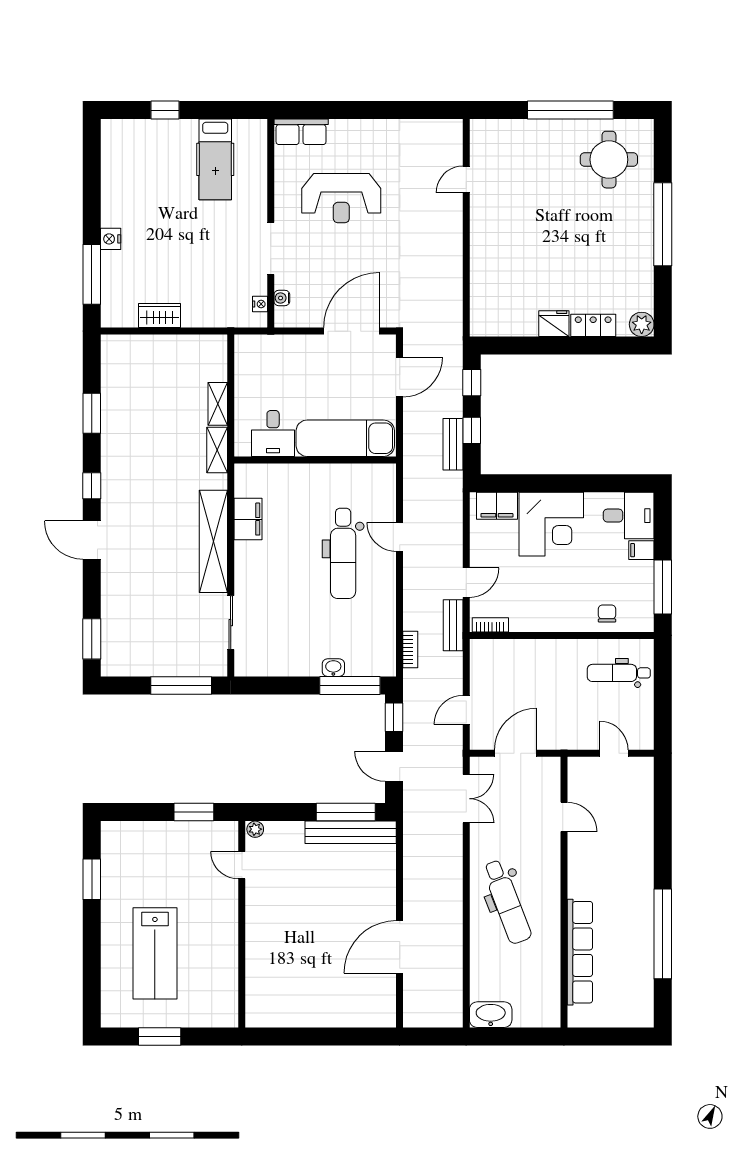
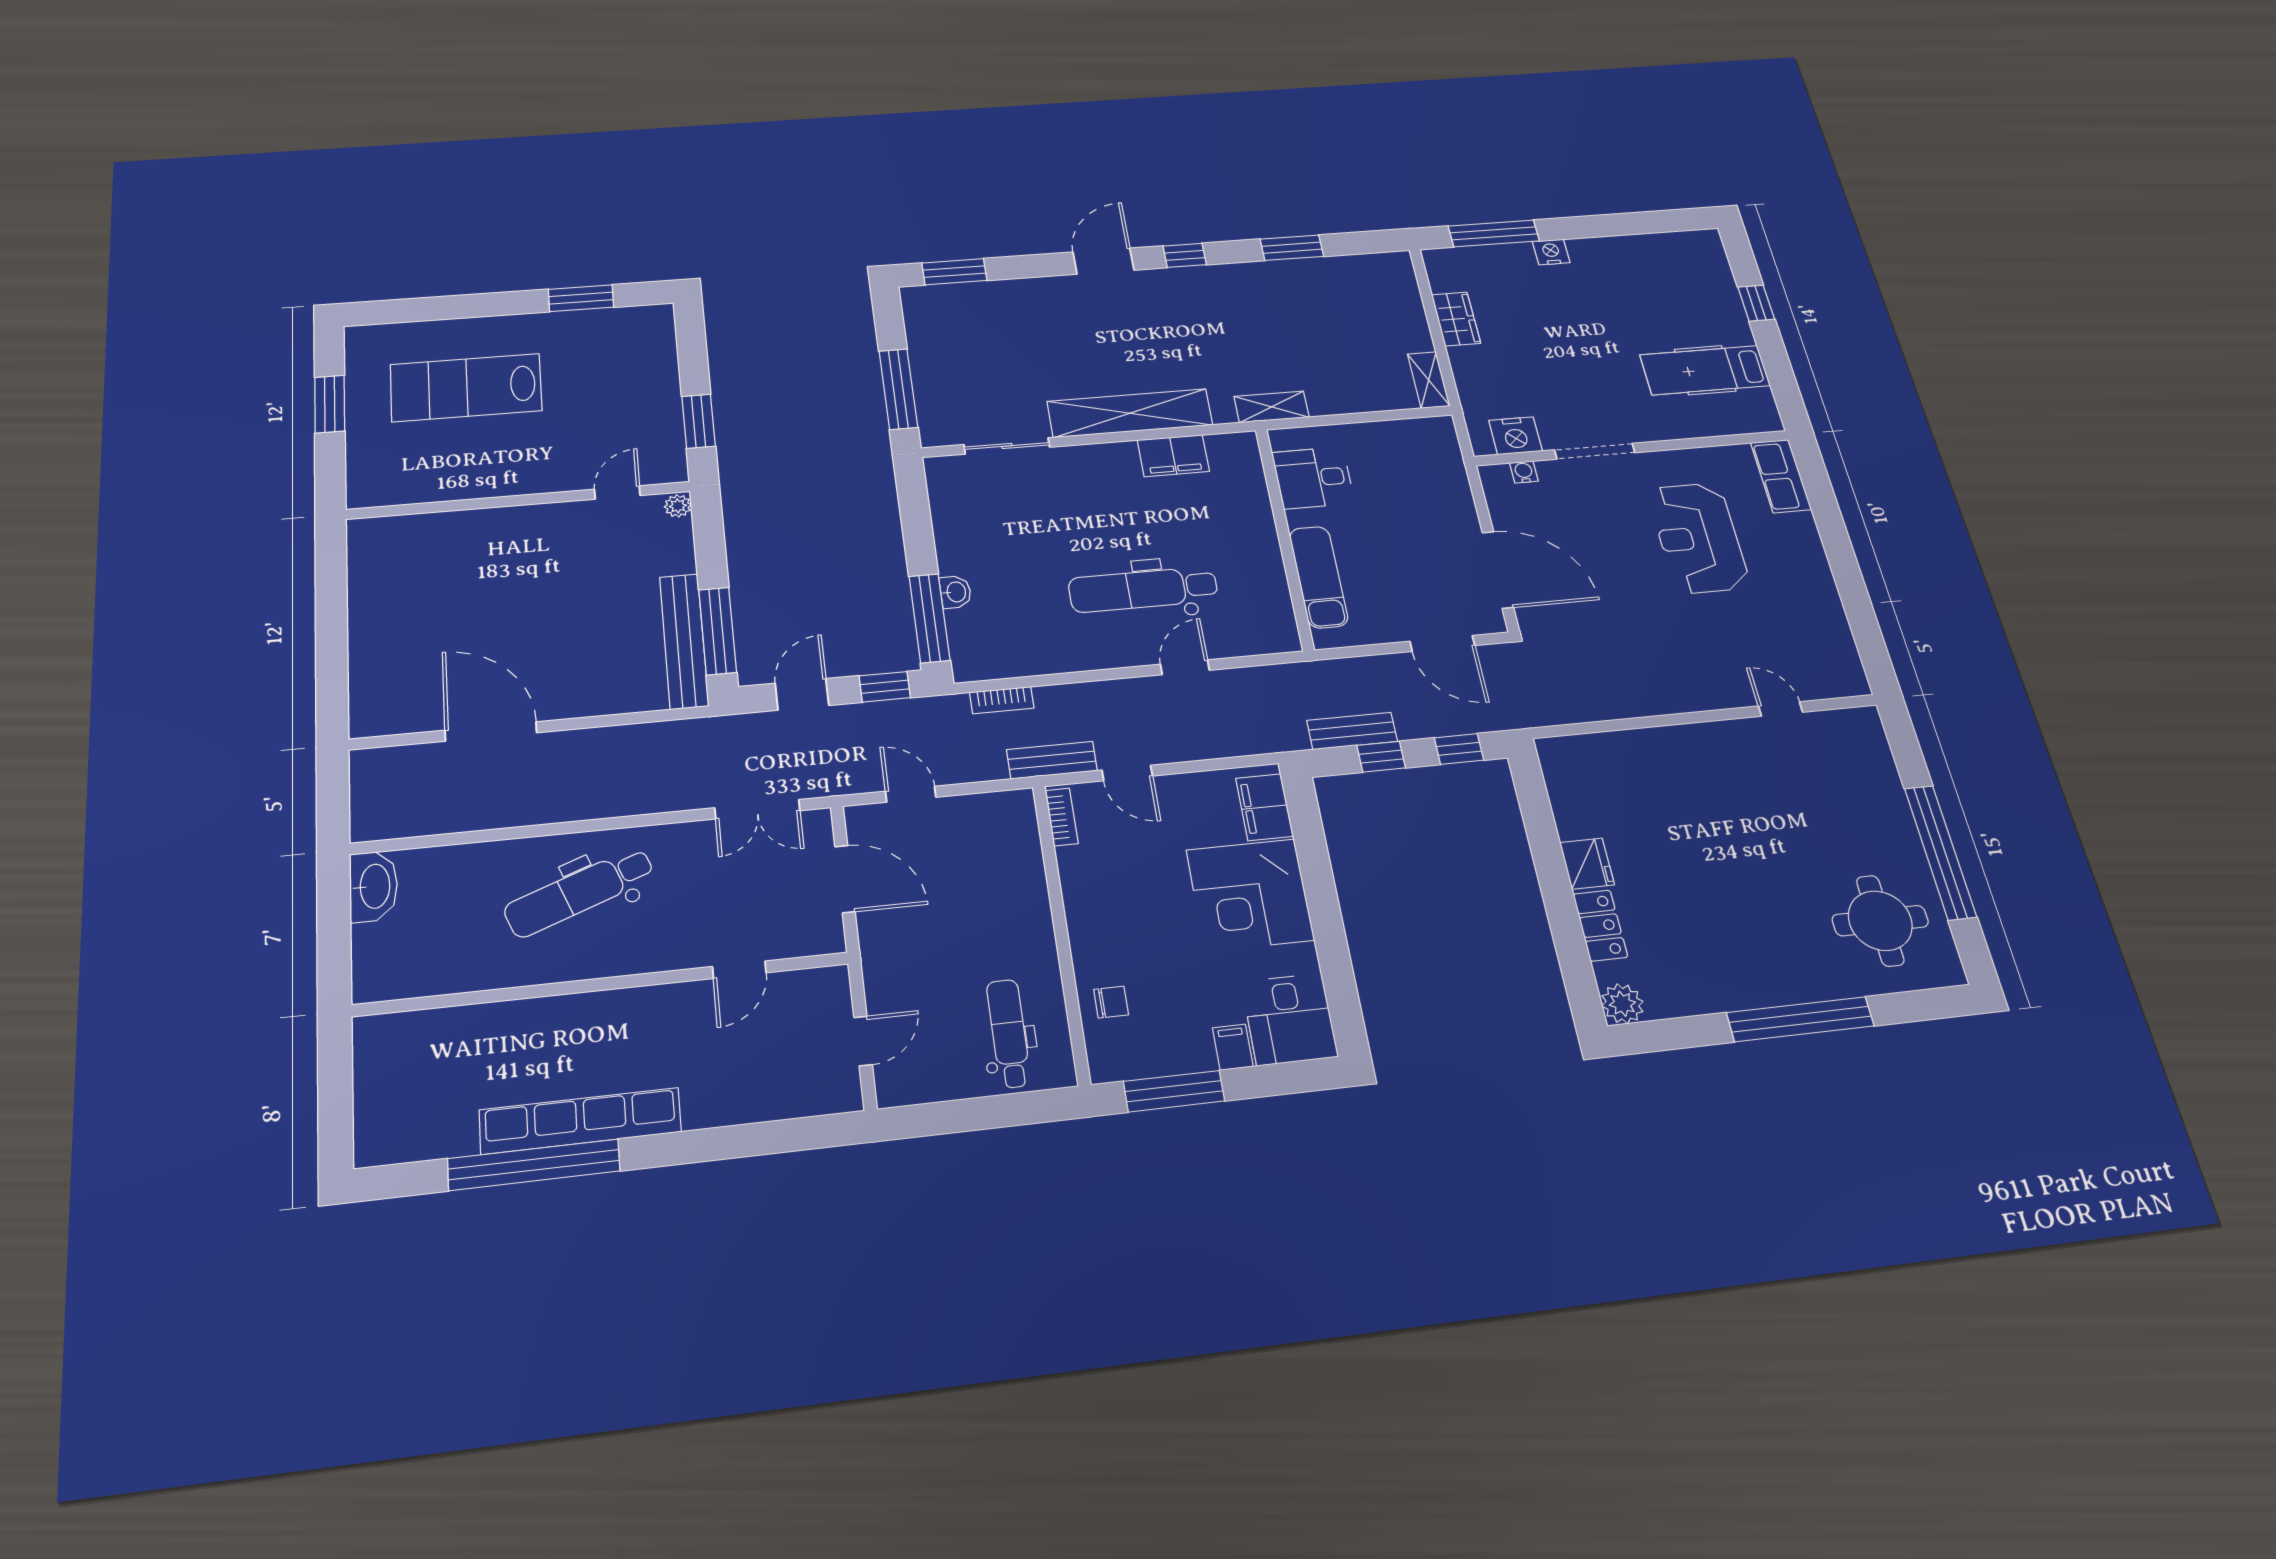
nightstand: (260, 304) -> (1515, 436), width x1.89, depth x1.79
shelving: (218, 404) -> (1429, 380), moved, turned 90
exam couch: (345, 438) -> (1319, 577), width x0.73, depth x0.69
row of seats: (580, 952) -> (580, 1121), moved, turned 180

